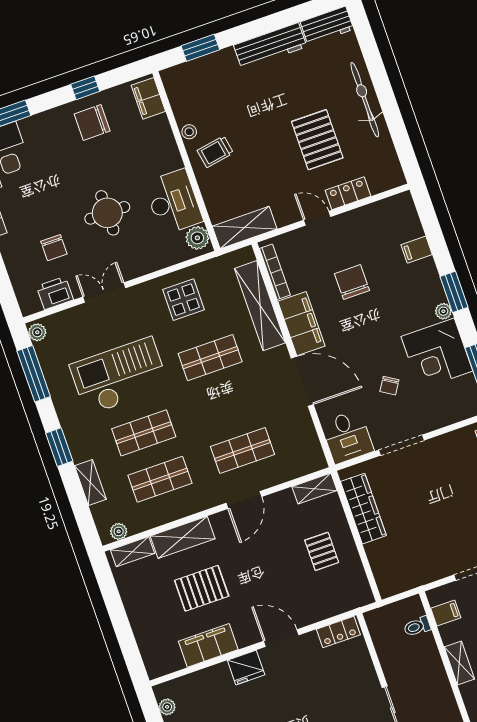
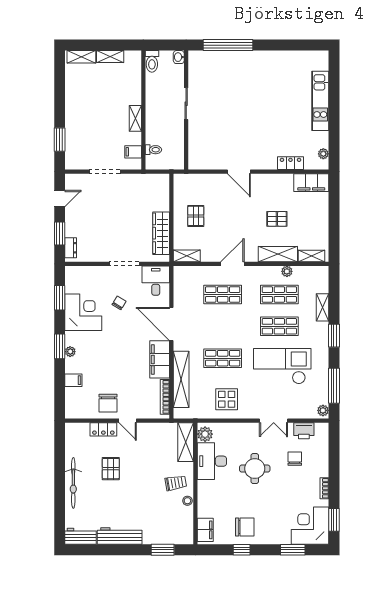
pallet: (317, 140) -> (111, 469), width x0.67, depth x0.71
shelving: (245, 228) -> (186, 442), moved, turned 90
chair: (352, 282) -> (108, 403), moved
plant: (443, 311) -> (70, 352), moved
checkout: (119, 376) -> (282, 366), turned 180
plant: (119, 531) -> (287, 271), moved
pallet: (202, 588) -> (277, 219), width x0.67, depth x0.71
locker: (338, 632) -> (290, 163), moved
filing cabinet: (208, 645) -> (311, 183), moved
fridge: (246, 668) -> (267, 161), removed

